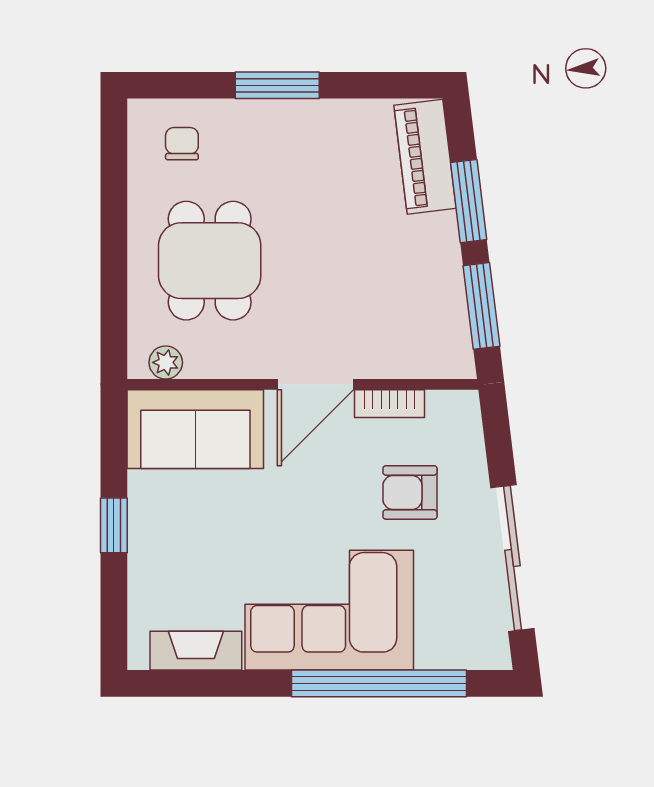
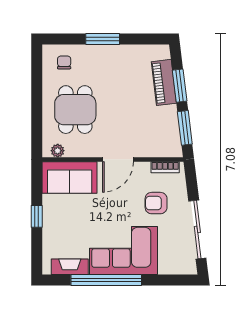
piano: (425, 157) -> (164, 82), moved
bookcase: (389, 404) -> (165, 167), moved
window: (379, 683) -> (106, 280), moved

